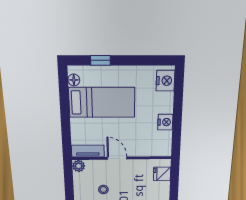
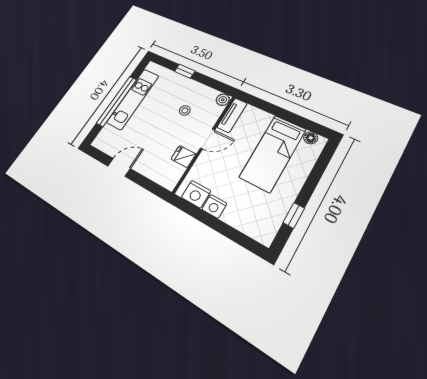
window: (100, 60) -> (294, 215), moved
nightstand: (165, 81) -> (196, 194), moved
fridge: (162, 174) -> (183, 156), moved, turned -90

